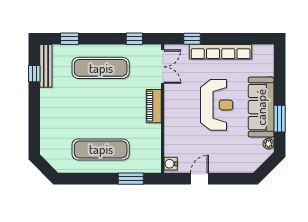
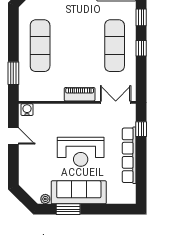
window: (134, 39) -> (141, 48), moved
double door: (163, 67) -> (116, 102), swing flipped

